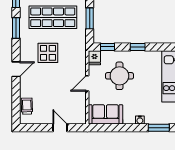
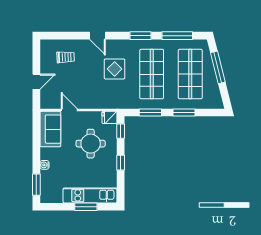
door: (87, 83) -> (69, 110), moved
trolley: (27, 106) -> (66, 57), moved

